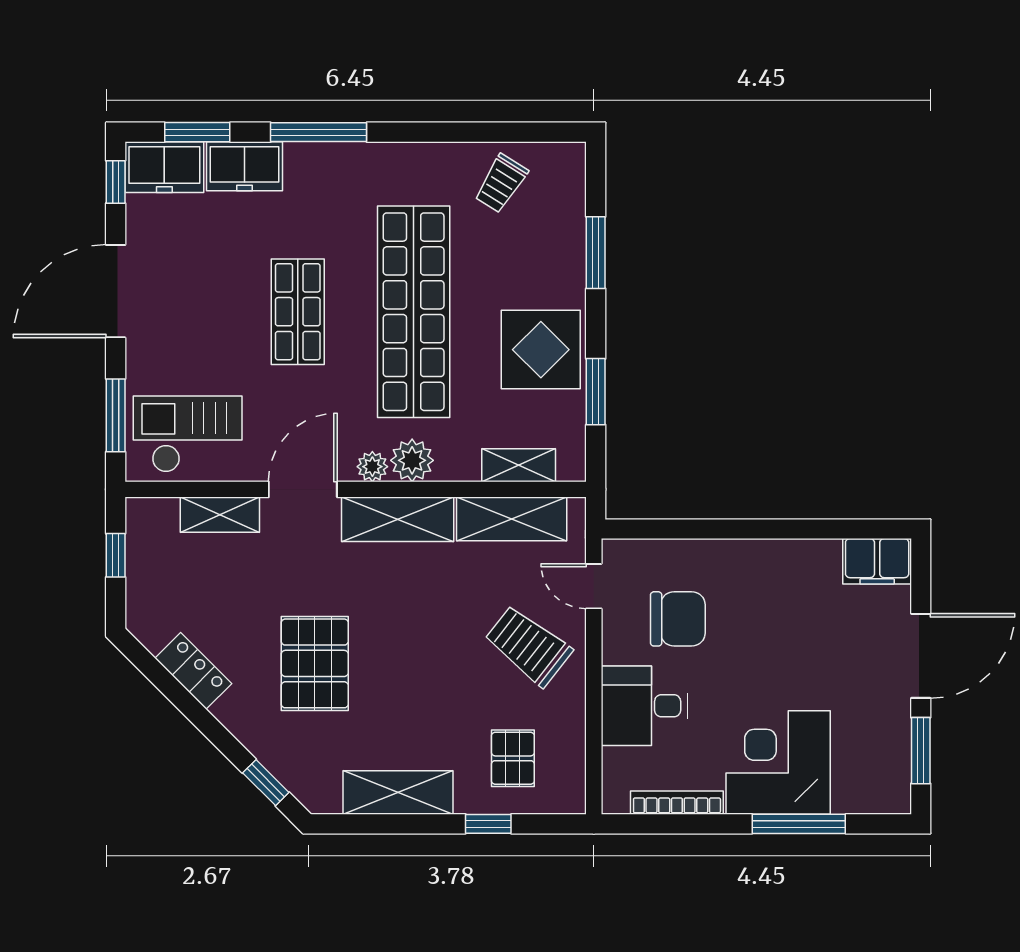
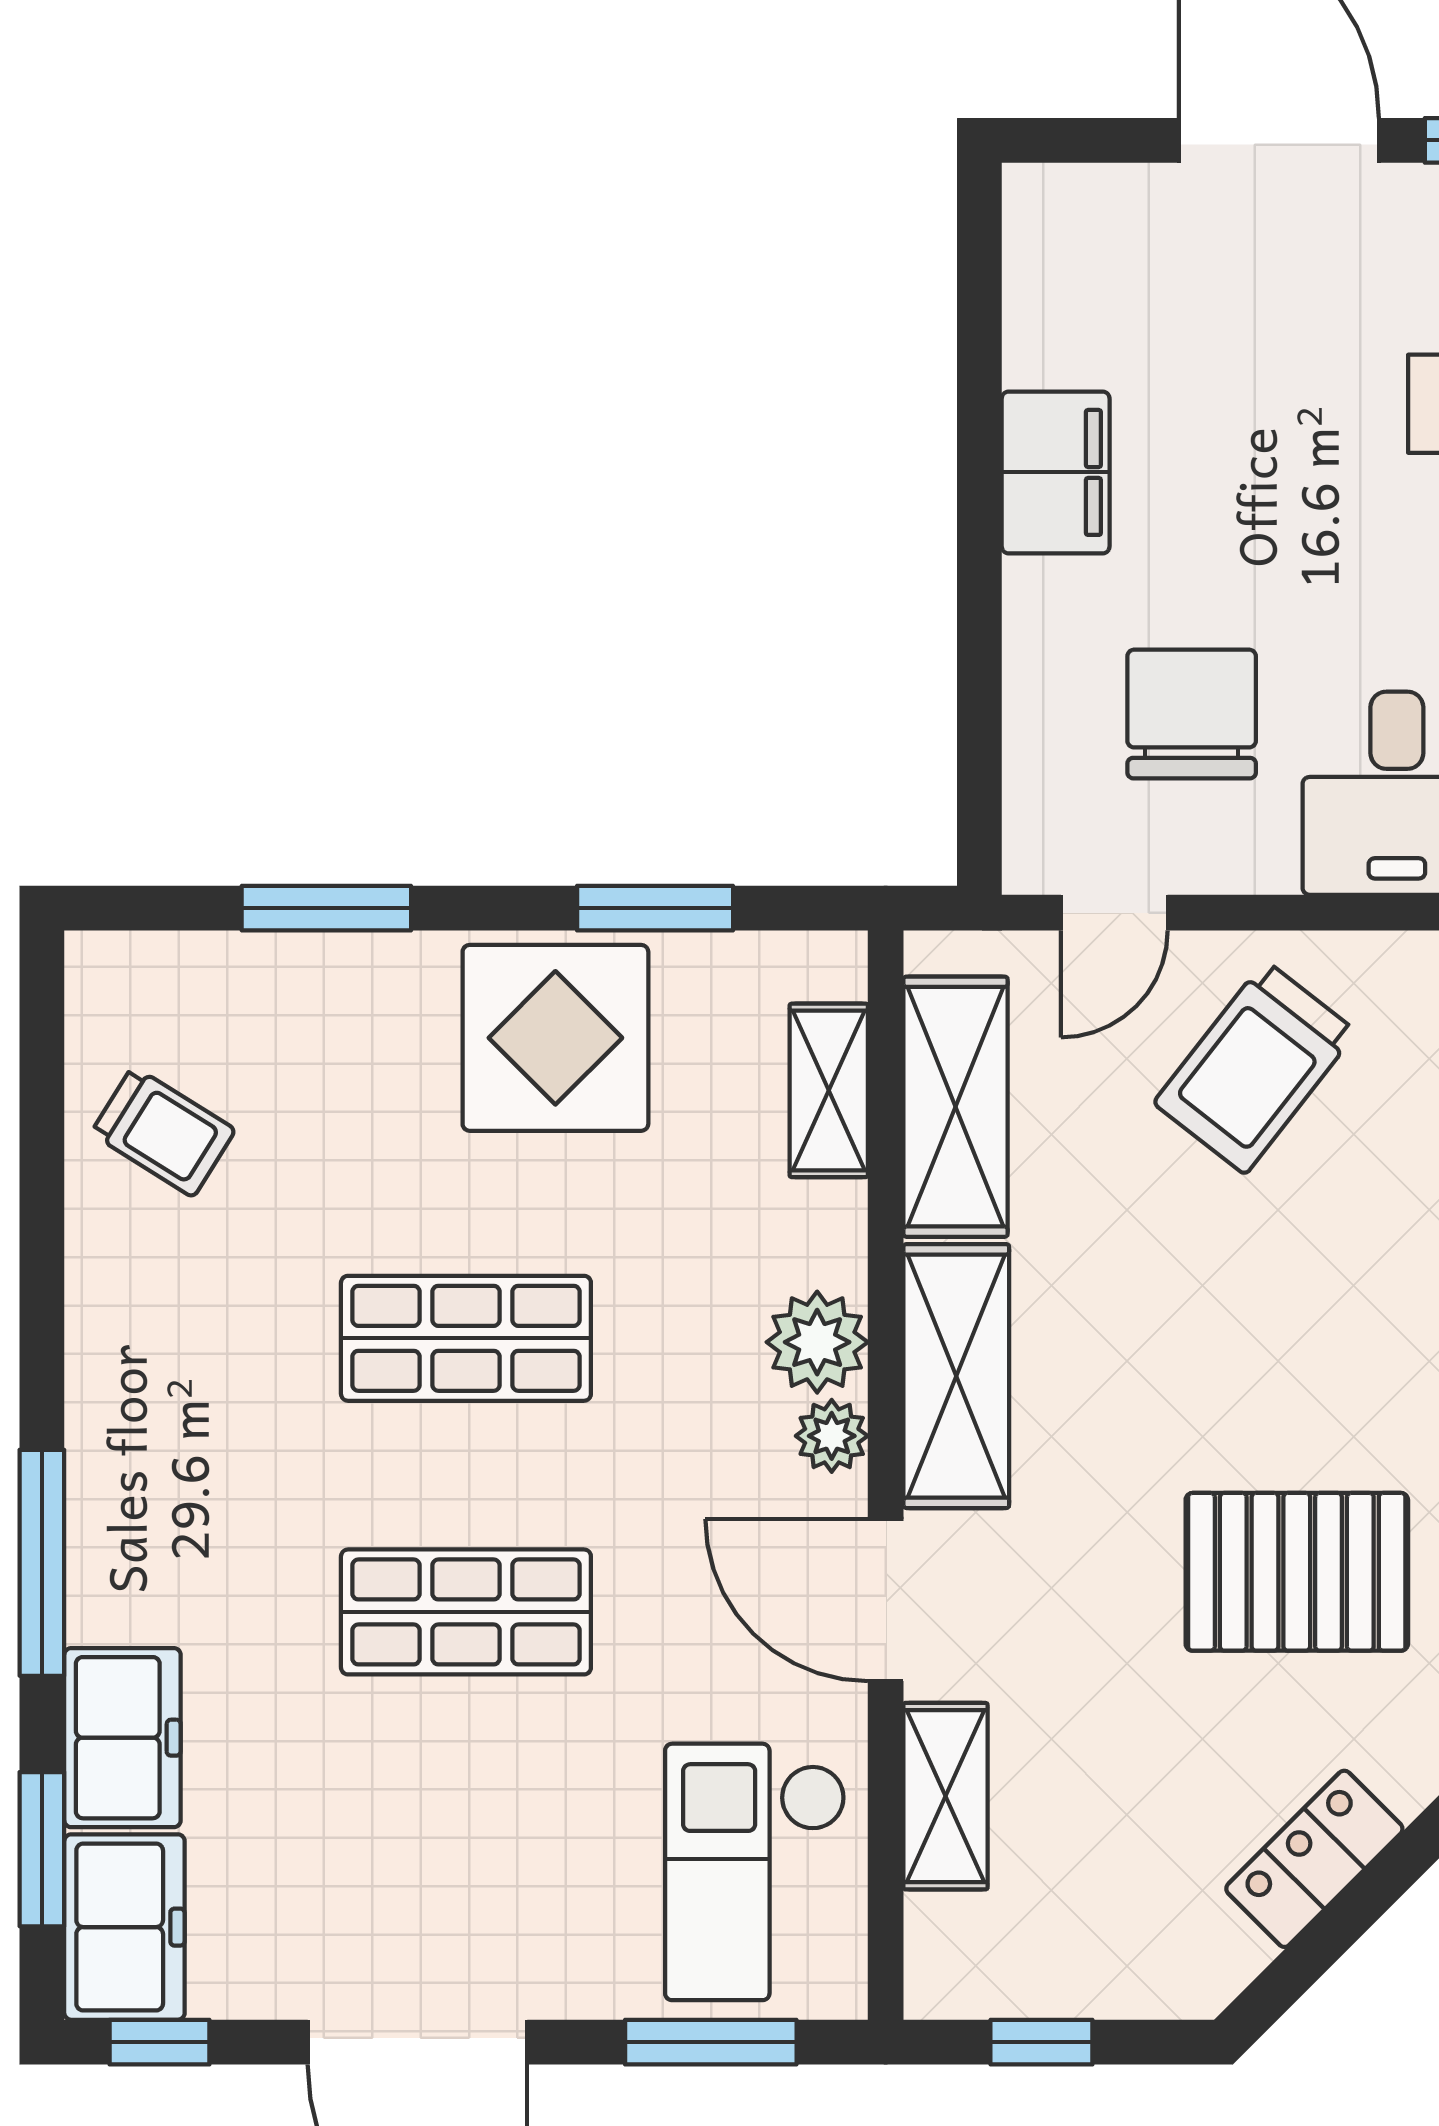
shop shelf: (414, 312) -> (466, 1338), width x0.50, depth x0.74
filing cabinet: (877, 561) -> (1056, 472), moved

